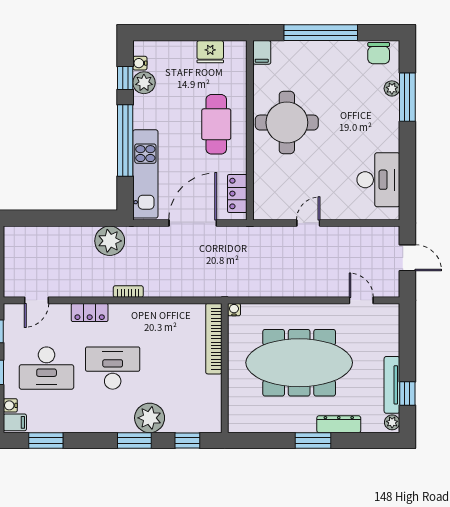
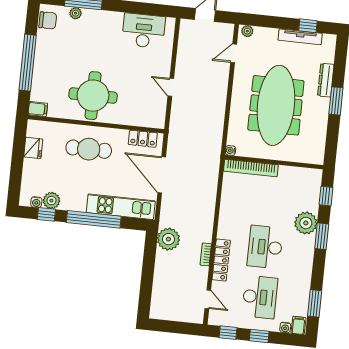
bookcase: (128, 292) -> (206, 254), moved
locker: (90, 313) -> (221, 260), width x1.53
plant: (392, 422) -> (247, 31), moved

